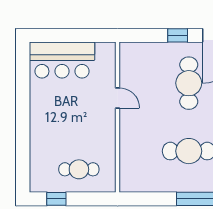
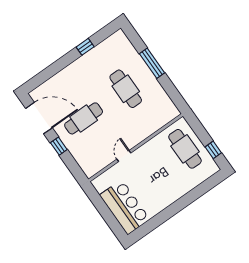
cafe table: (79, 169) -> (185, 149), width x1.37, depth x1.35

